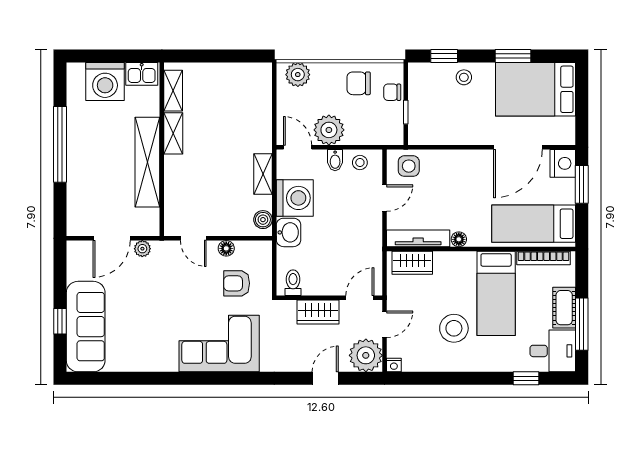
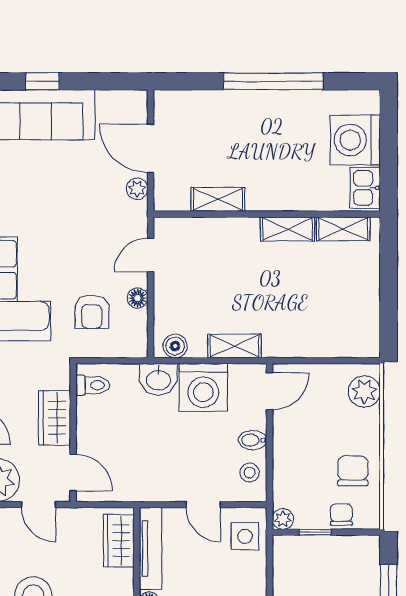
plant: (329, 130) -> (283, 519), moved, width x0.53, depth x0.53
shelving: (147, 162) -> (218, 199), width x0.45, depth x0.75
armchair: (237, 283) -> (92, 312), turned 180

